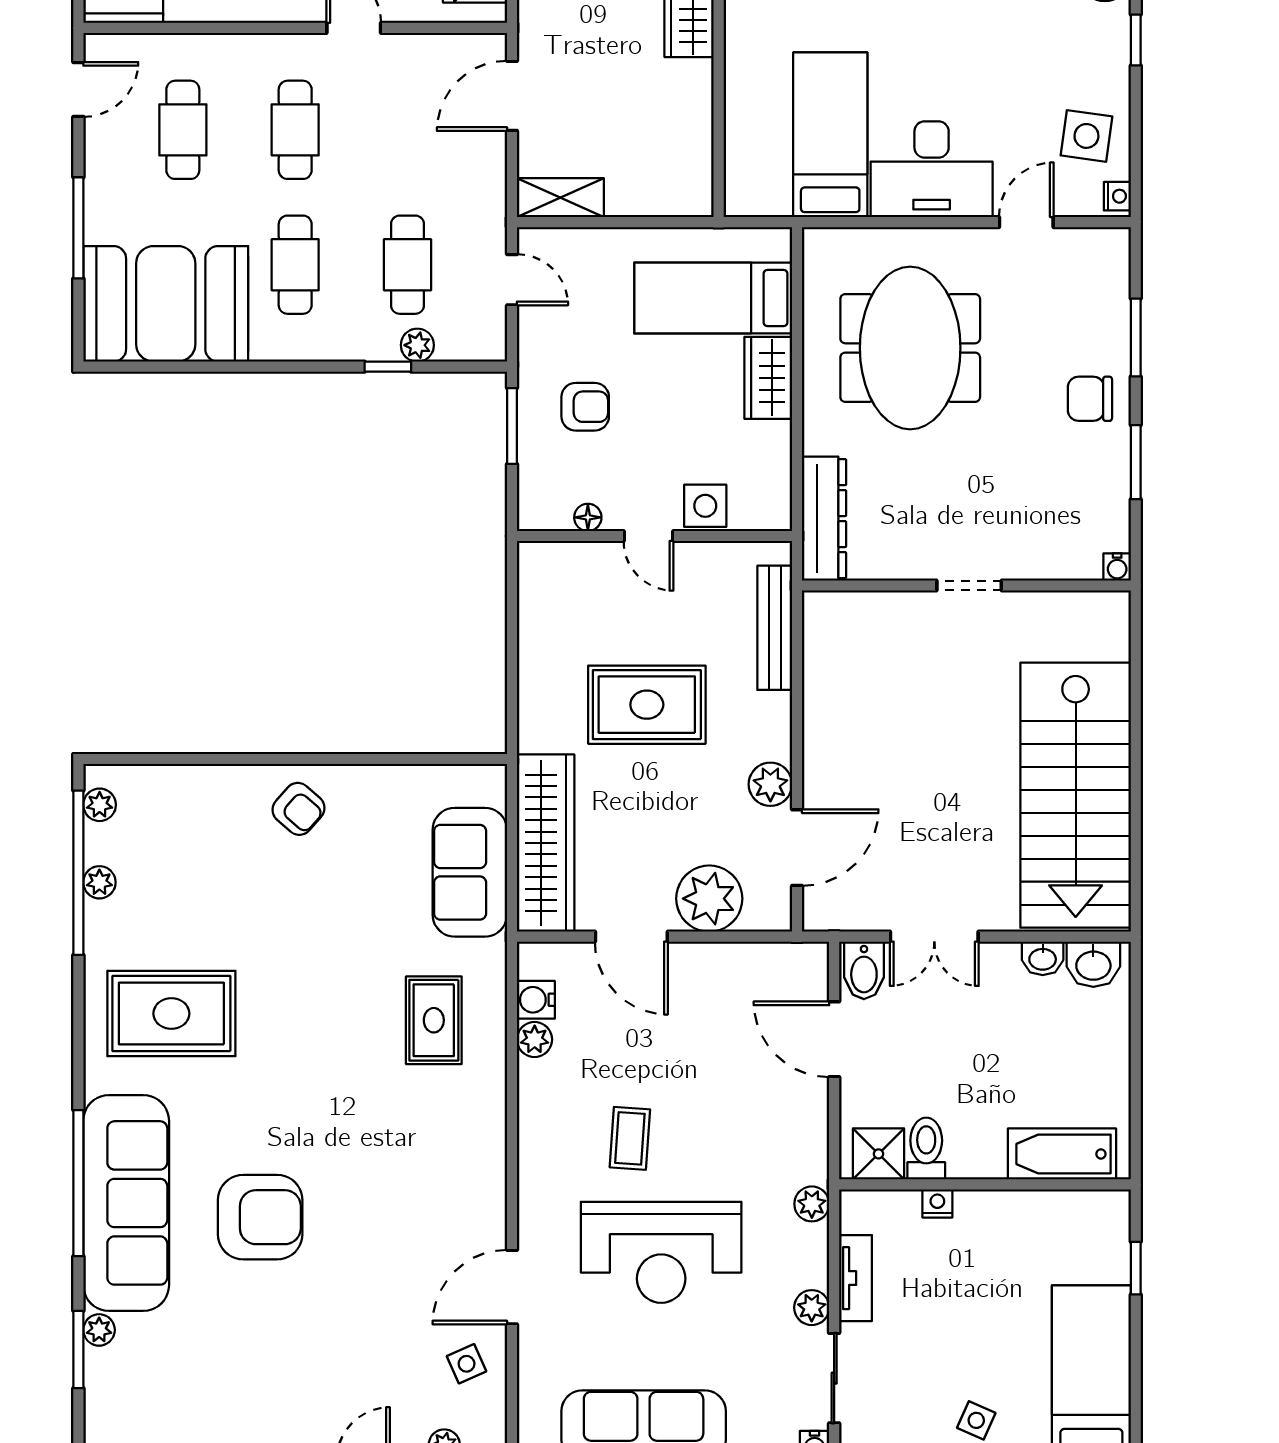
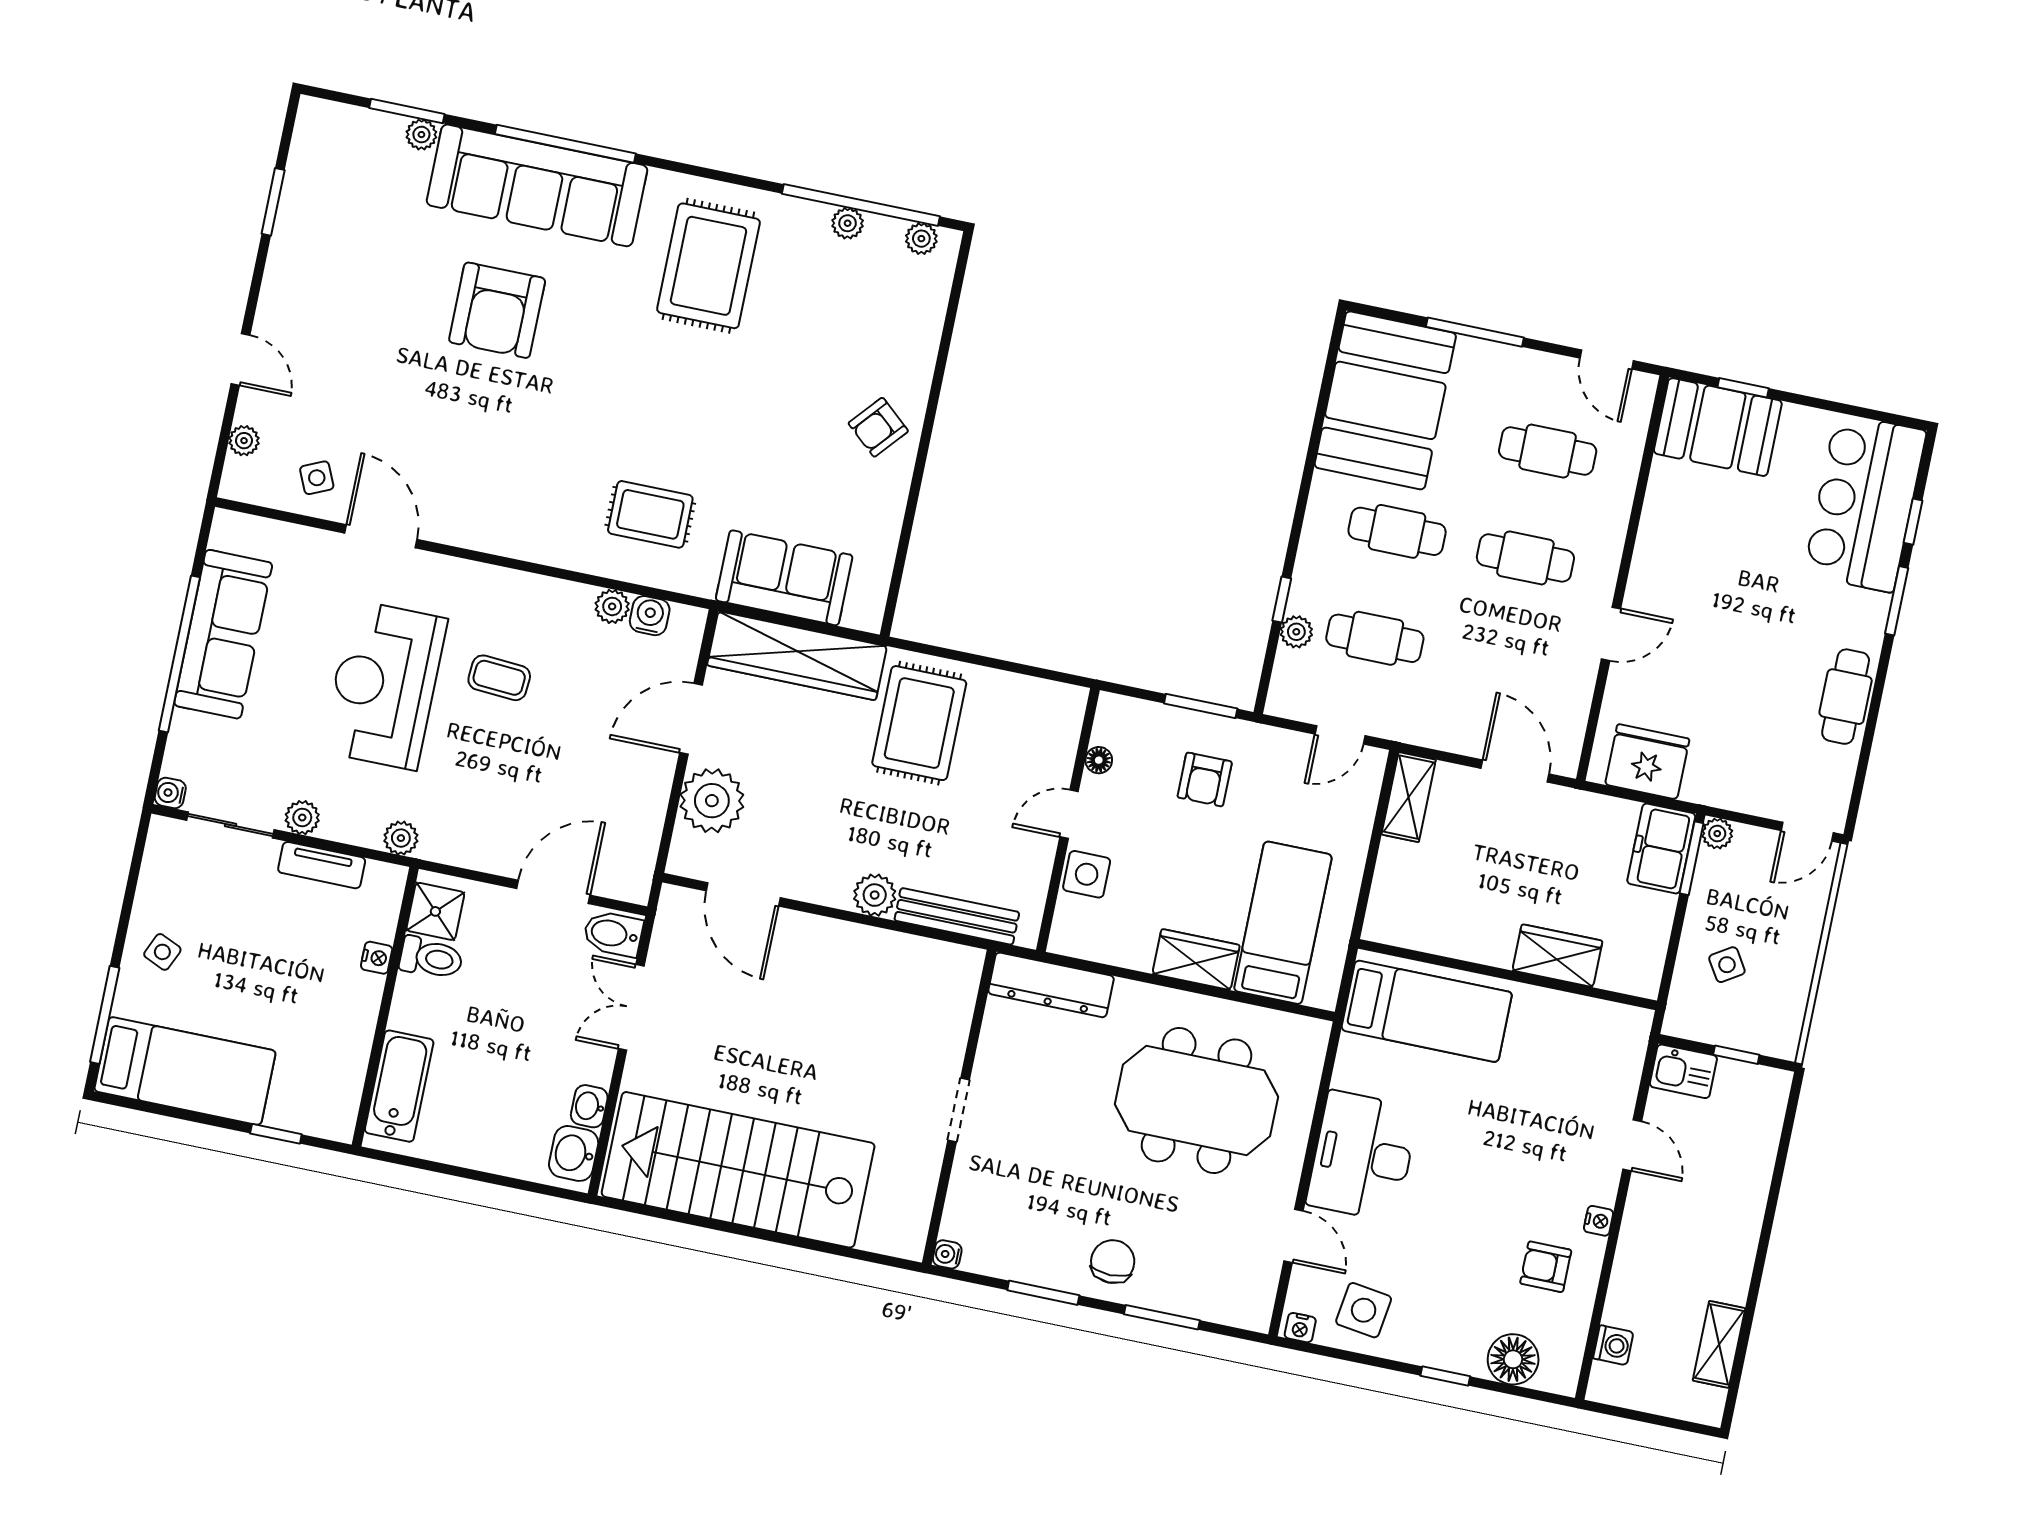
bed: (830, 135) -> (1427, 1011), moved
rug: (647, 705) -> (919, 723), moved
plant: (770, 784) -> (875, 895), moved

